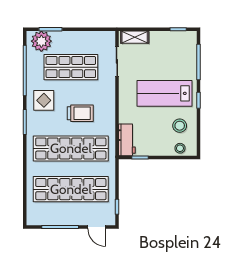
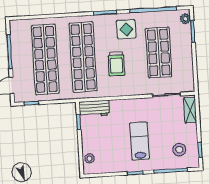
plant: (41, 41) -> (185, 19), width x0.53, depth x0.53
lab bench: (165, 93) -> (140, 141), width x0.73, depth x0.72
stool: (180, 126) -> (179, 150), moved

